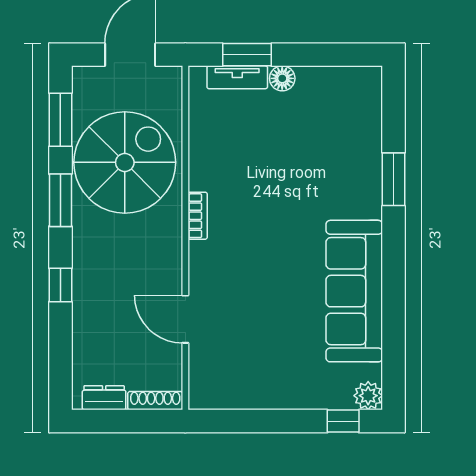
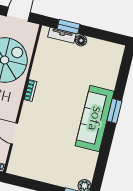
window: (394, 179) -> (114, 111), moved
sofa: (354, 291) -> (95, 119), moved

